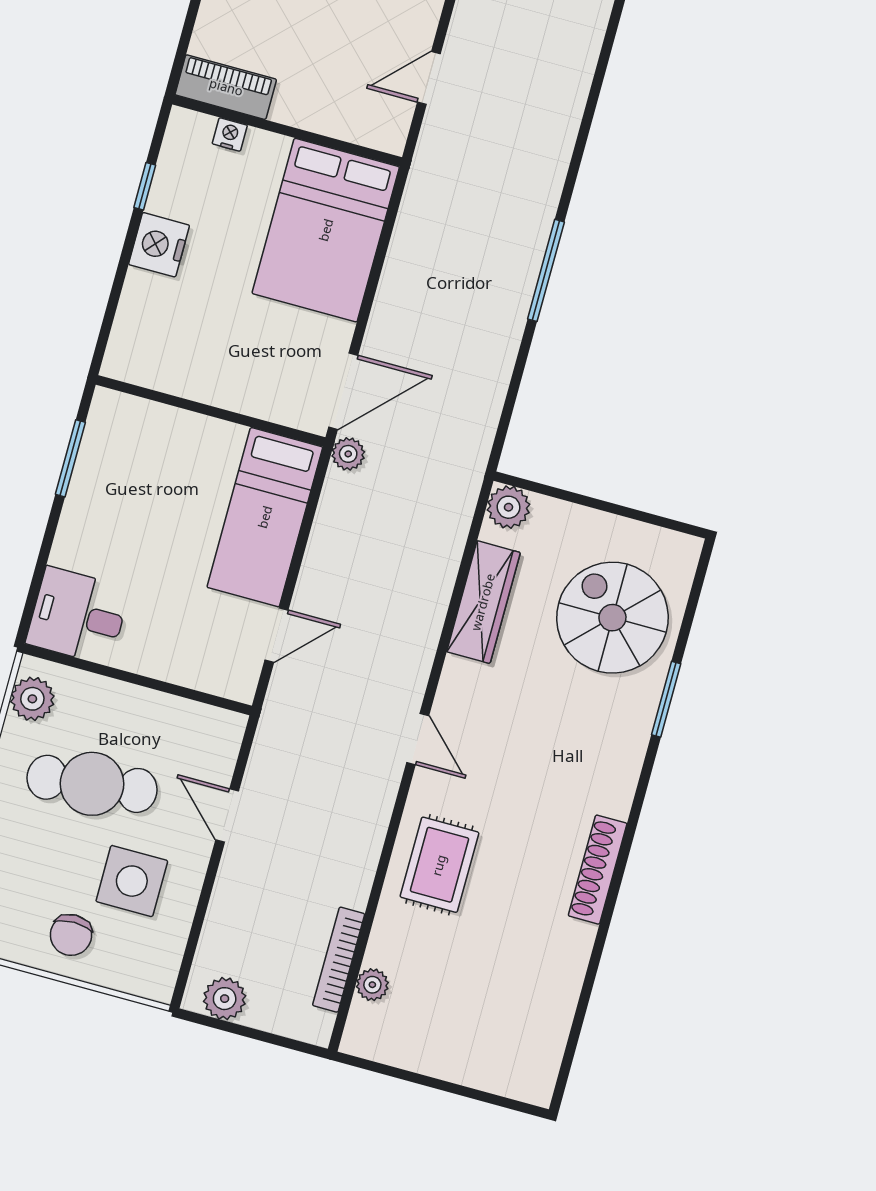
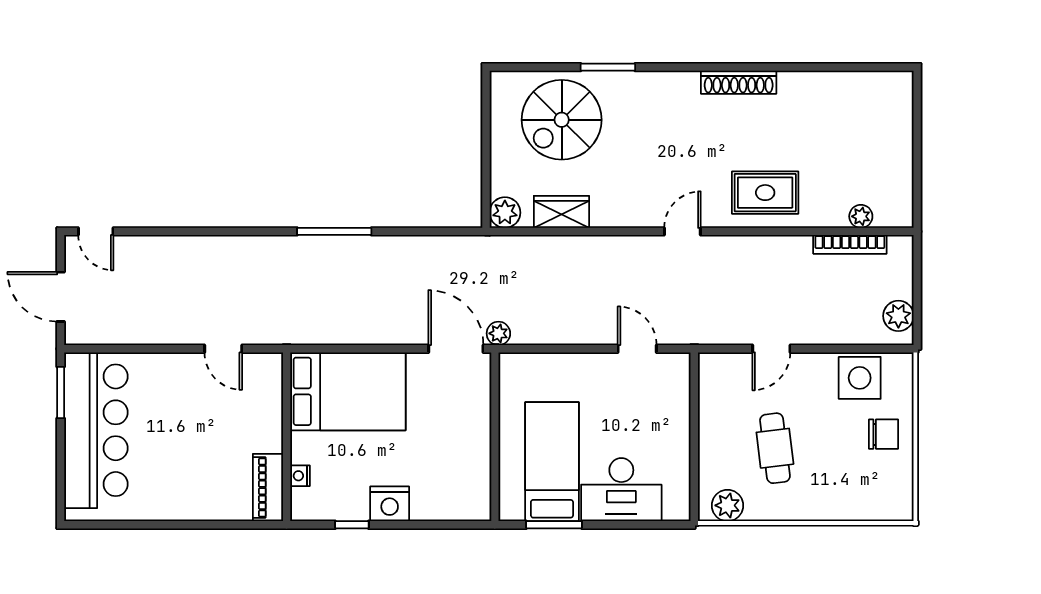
bed: (265, 517) -> (552, 462), moved, turned -90
wardrobe: (483, 602) -> (561, 212), width x0.67
desk: (78, 616) -> (621, 490), moved, width x1.37
cafe table: (92, 784) -> (775, 448), width x0.73, depth x0.74
side table: (132, 881) -> (860, 378), moved

